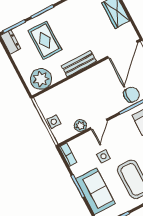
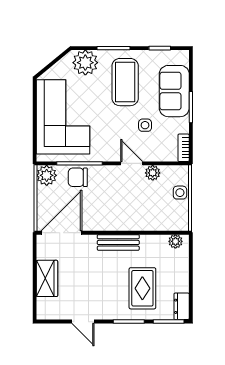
plant: (41, 79) -> (175, 241), width x0.53, depth x0.53
door: (99, 124) -> (132, 163), hinge flipped

